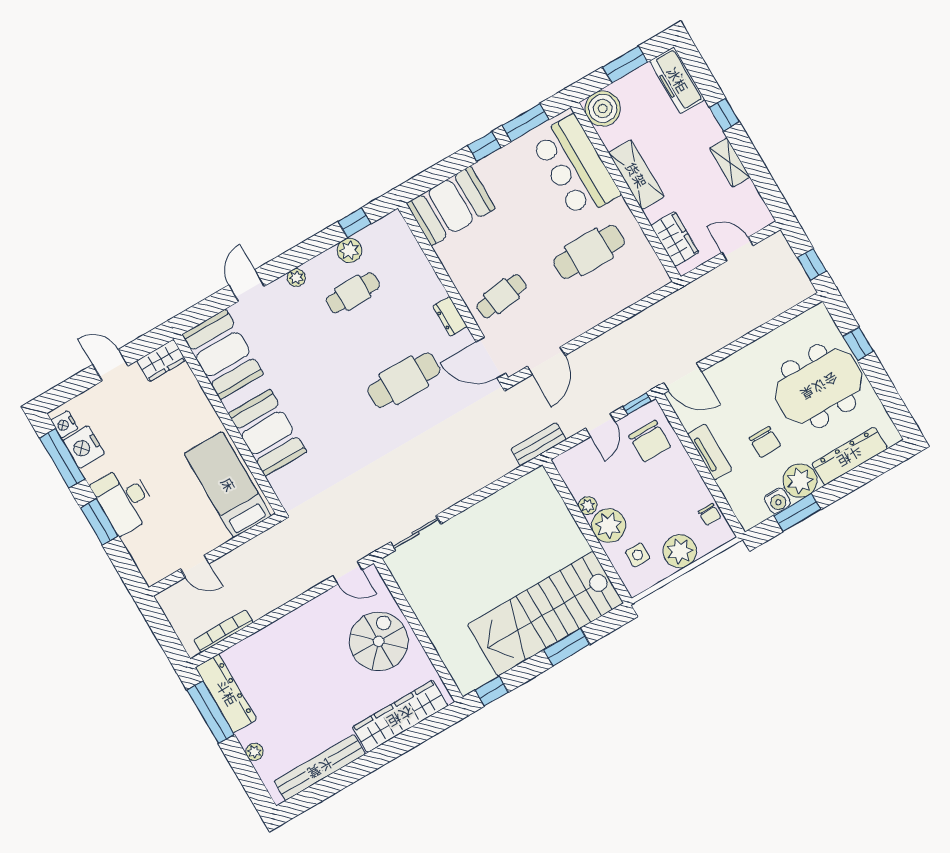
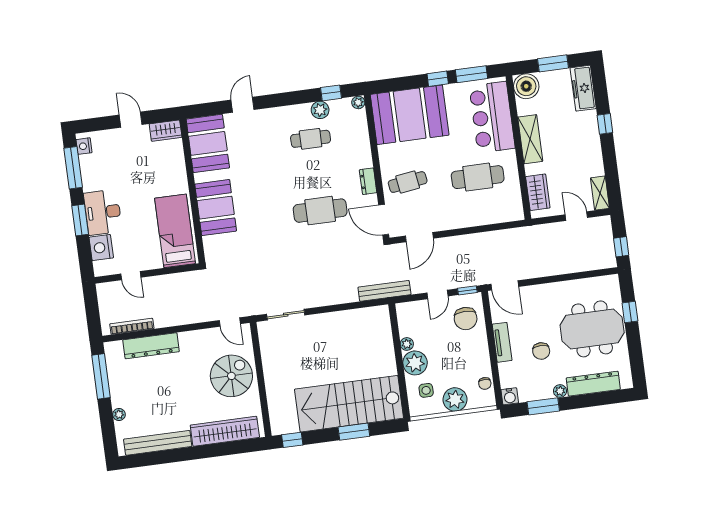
shelving: (730, 163) -> (600, 193), moved
booth: (451, 206) -> (410, 115), width x1.36, depth x1.42
plant: (296, 278) -> (358, 102), moved
bench: (539, 444) -> (384, 291), width x1.36
nightstand: (84, 447) -> (101, 248), moved
plant: (800, 481) -> (560, 391), width x0.53, depth x0.53
water cooler: (777, 501) -> (510, 396), moved
dresser: (226, 693) -> (151, 346), moved, turned 90

